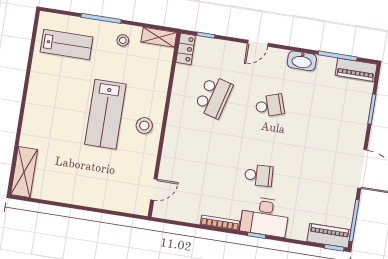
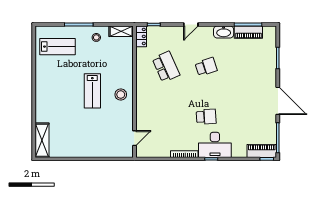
piano: (356, 70) -> (248, 32), moved
school desk: (214, 97) -> (166, 67), turned -39
lab bench: (105, 114) -> (92, 91), width x0.73, depth x0.72

